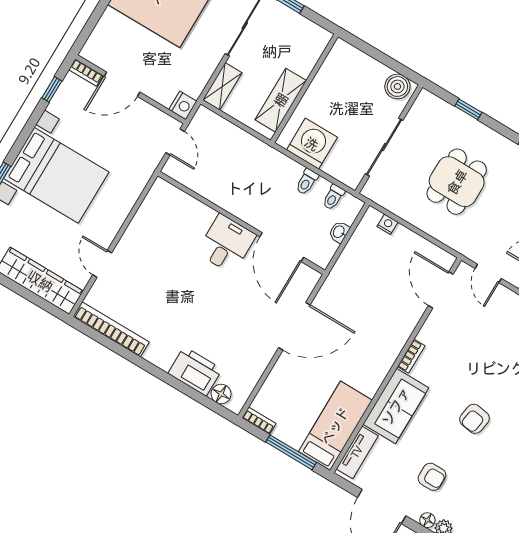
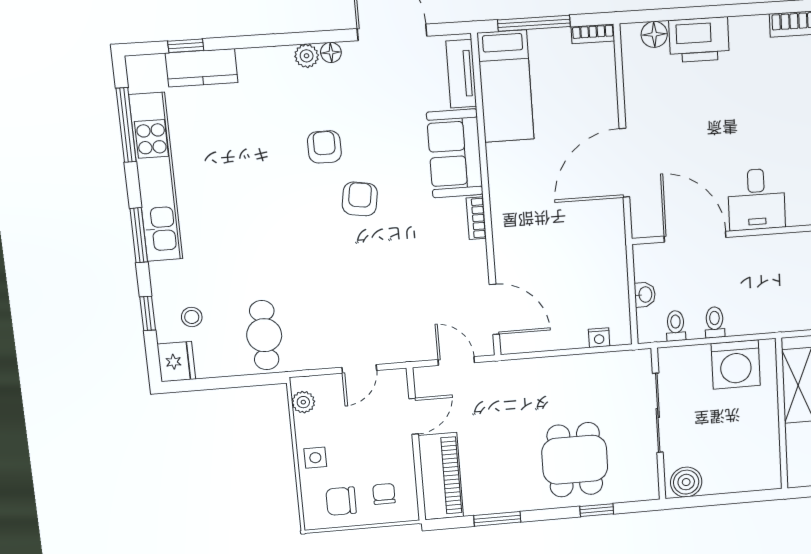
dining table: (457, 182) -> (575, 460), moved
armchair: (432, 477) -> (324, 147), moved, turned 90

